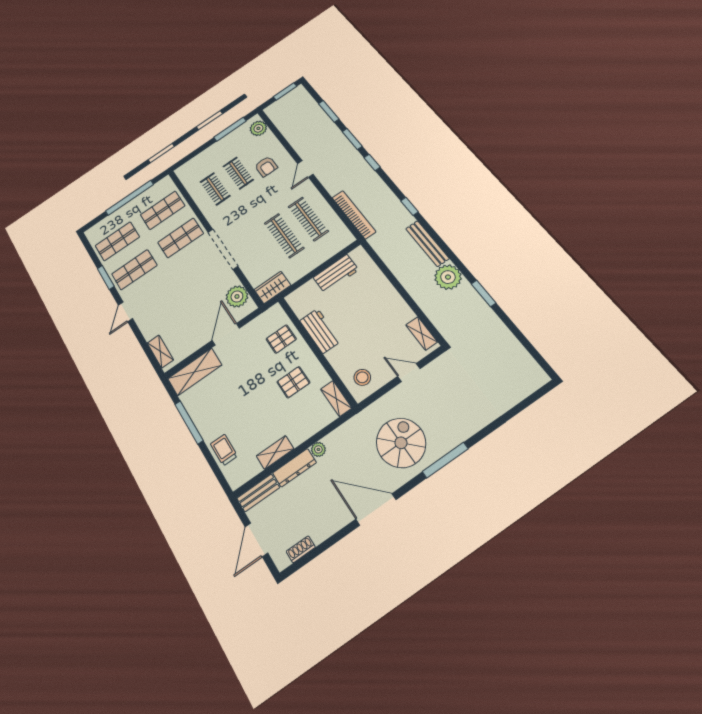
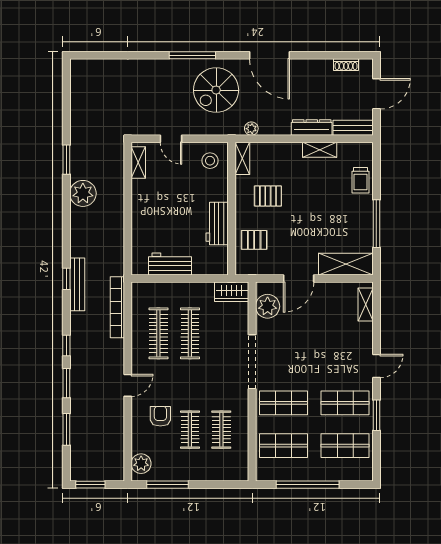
bench: (427, 244) -> (77, 284), moved
plant: (318, 449) -> (251, 129), moved

